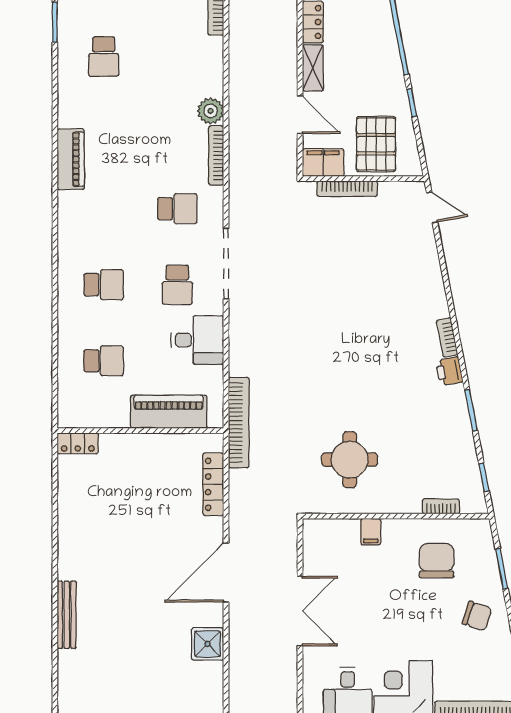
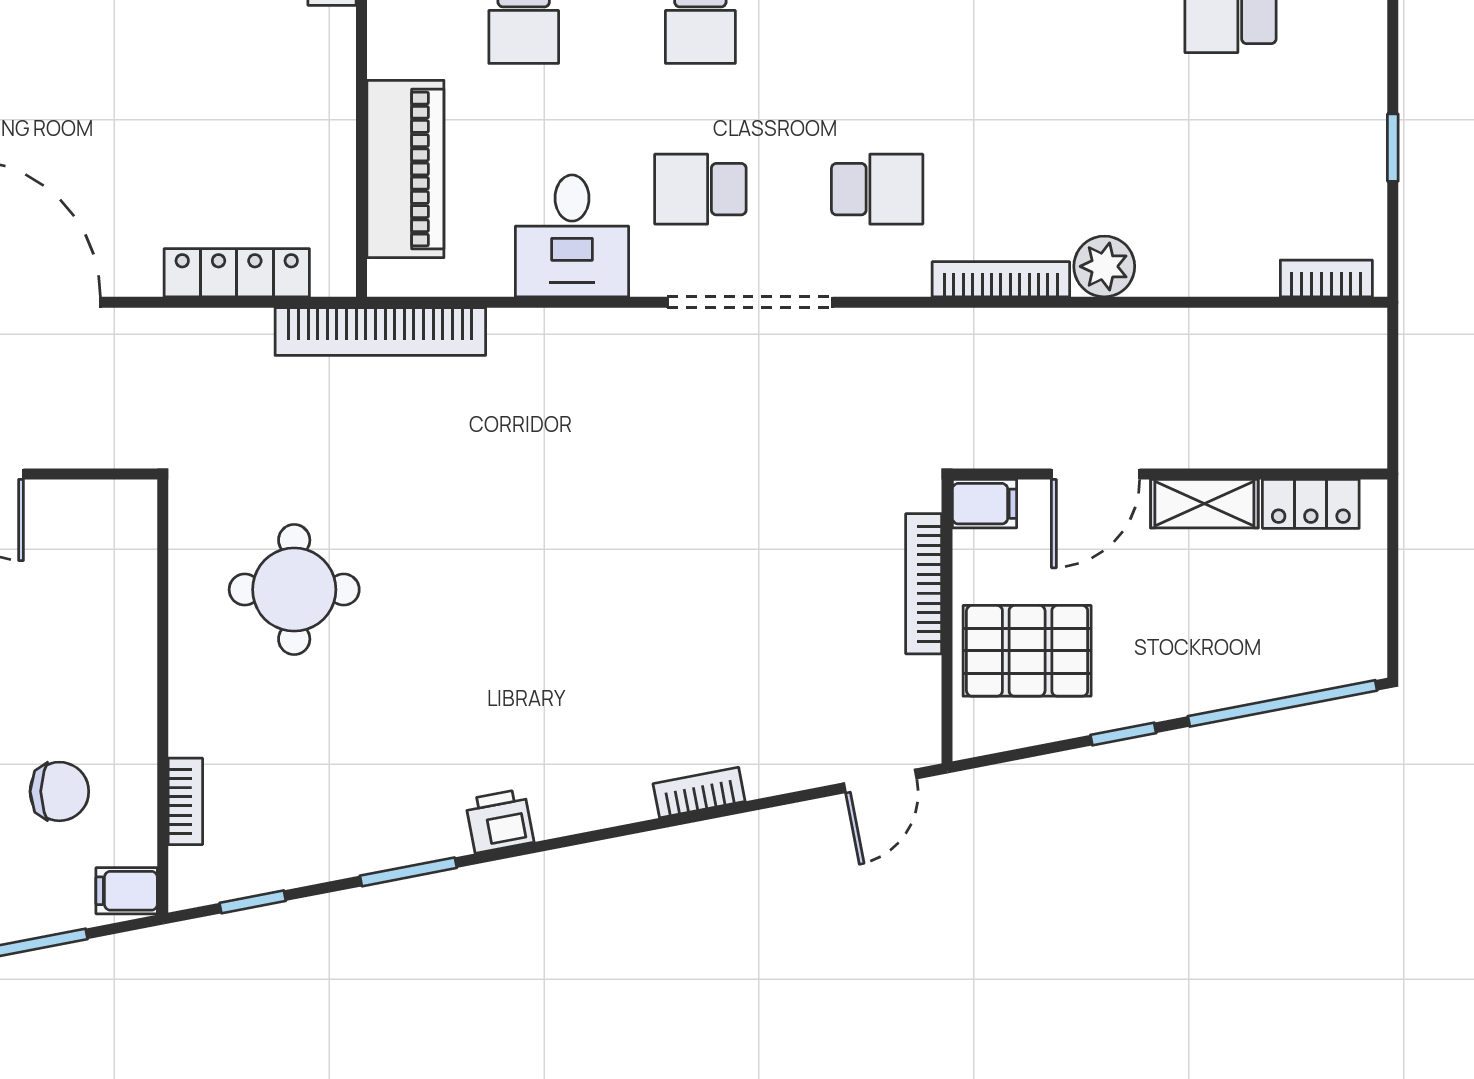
filing cabinet: (323, 162) -> (985, 504), width x0.50
school desk: (177, 209) -> (877, 189), turned -90
bookcase: (447, 337) -> (699, 793), moved
filing cabinet: (371, 532) -> (127, 891), moved
chair: (437, 561) -> (59, 791), width x0.73, depth x0.73

